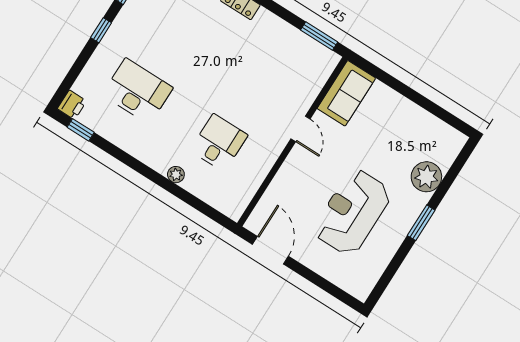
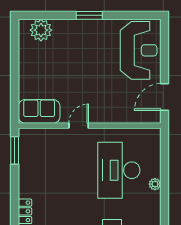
desk: (219, 143) -> (119, 170), width x1.87, depth x1.30
plant: (426, 177) -> (41, 30), moved
reception desk: (352, 212) -> (139, 50), moved, turned -90

